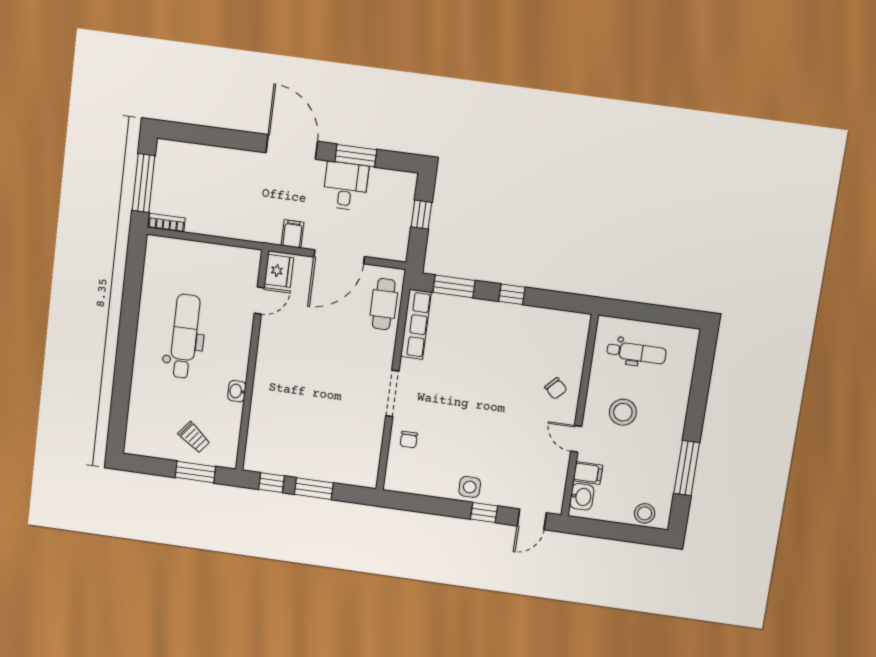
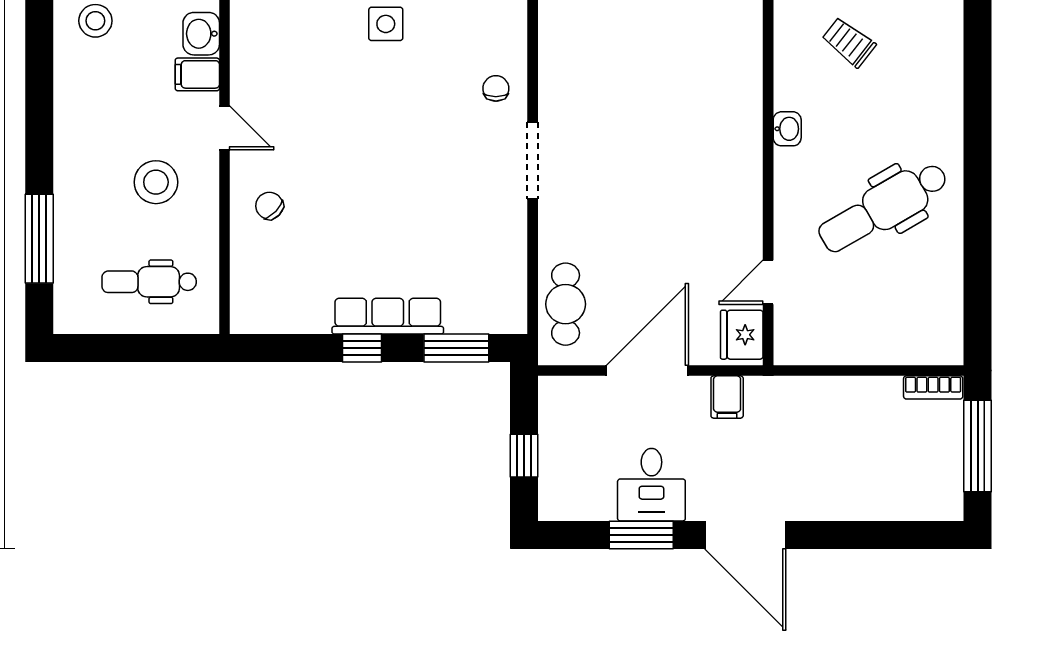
row of seats: (416, 324) -> (388, 316), moved, turned 90
dental chair: (185, 336) -> (883, 207), turned 60
window: (687, 468) -> (39, 239), moved

